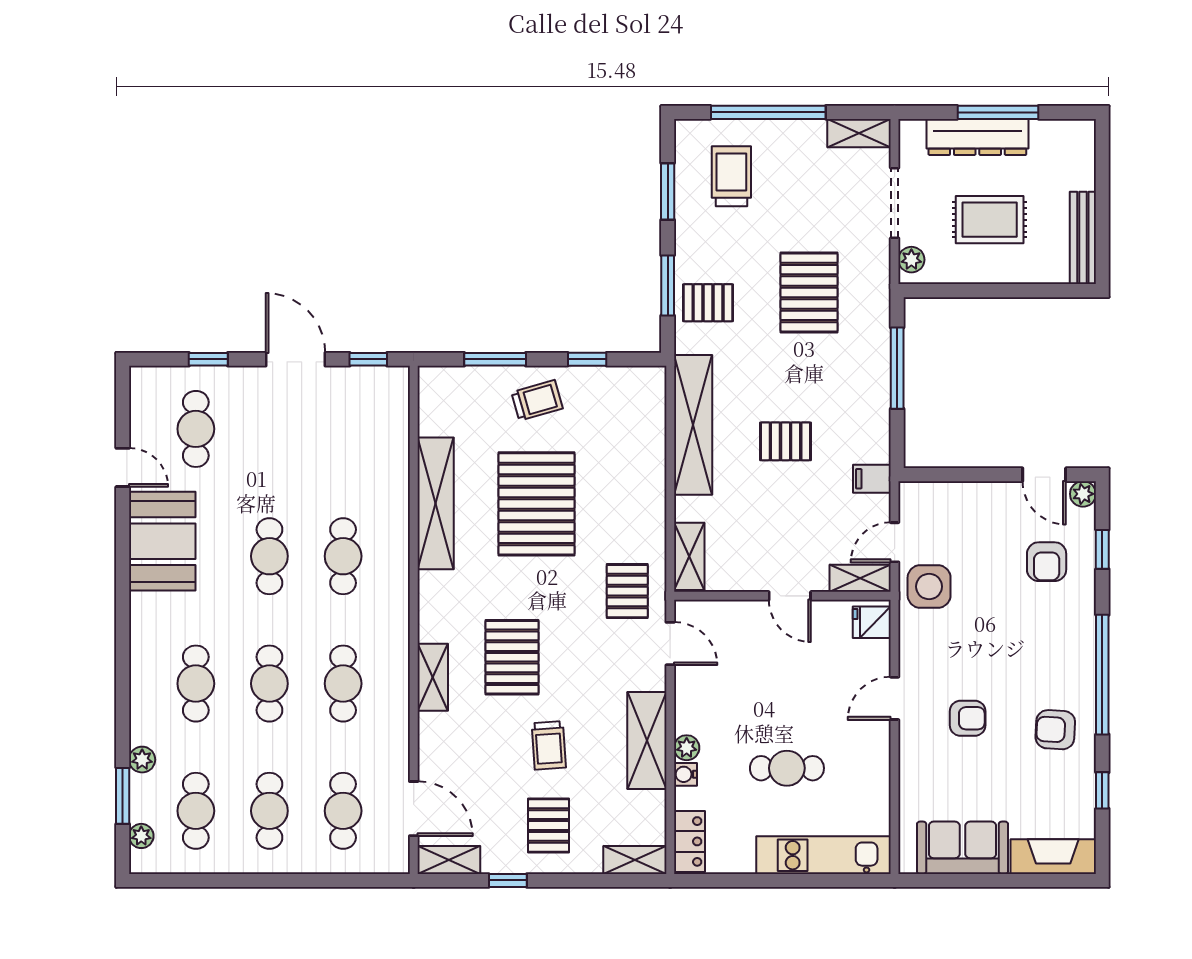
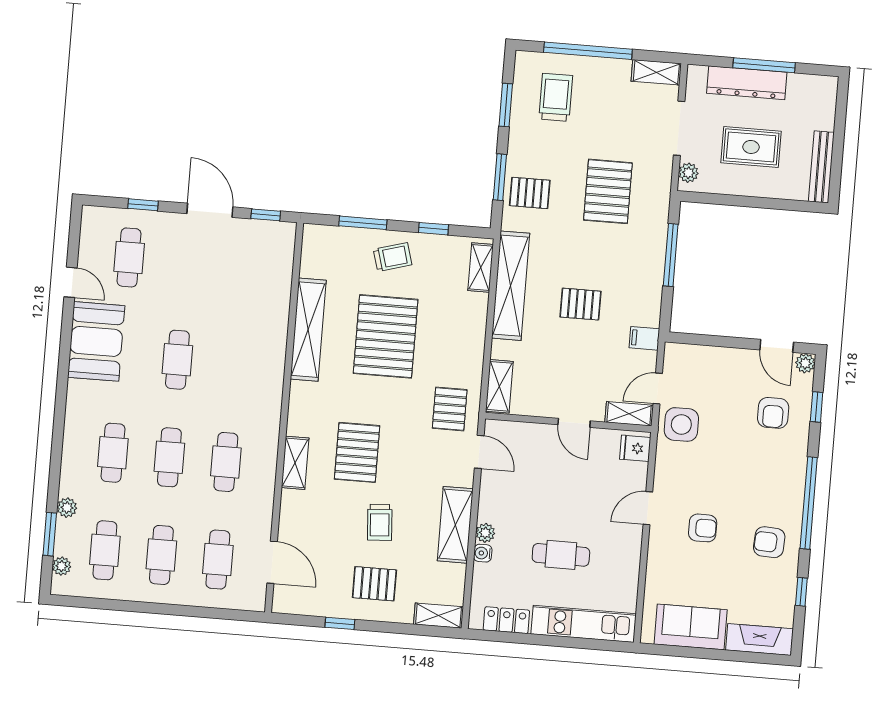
cafe table: (343, 556) -> (234, 364), removed
pallet: (548, 826) -> (374, 584), turned 90
locker: (689, 841) -> (506, 620), moved, turned -90
shelving: (449, 860) -> (481, 268), moved, turned 90

